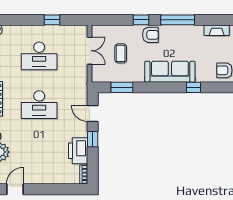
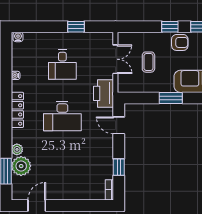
desk: (39, 56) -> (62, 65), width x0.73
window: (122, 87) -> (171, 98), moved
window: (93, 139) -> (119, 167), moved
printer: (78, 151) -> (104, 93), moved

